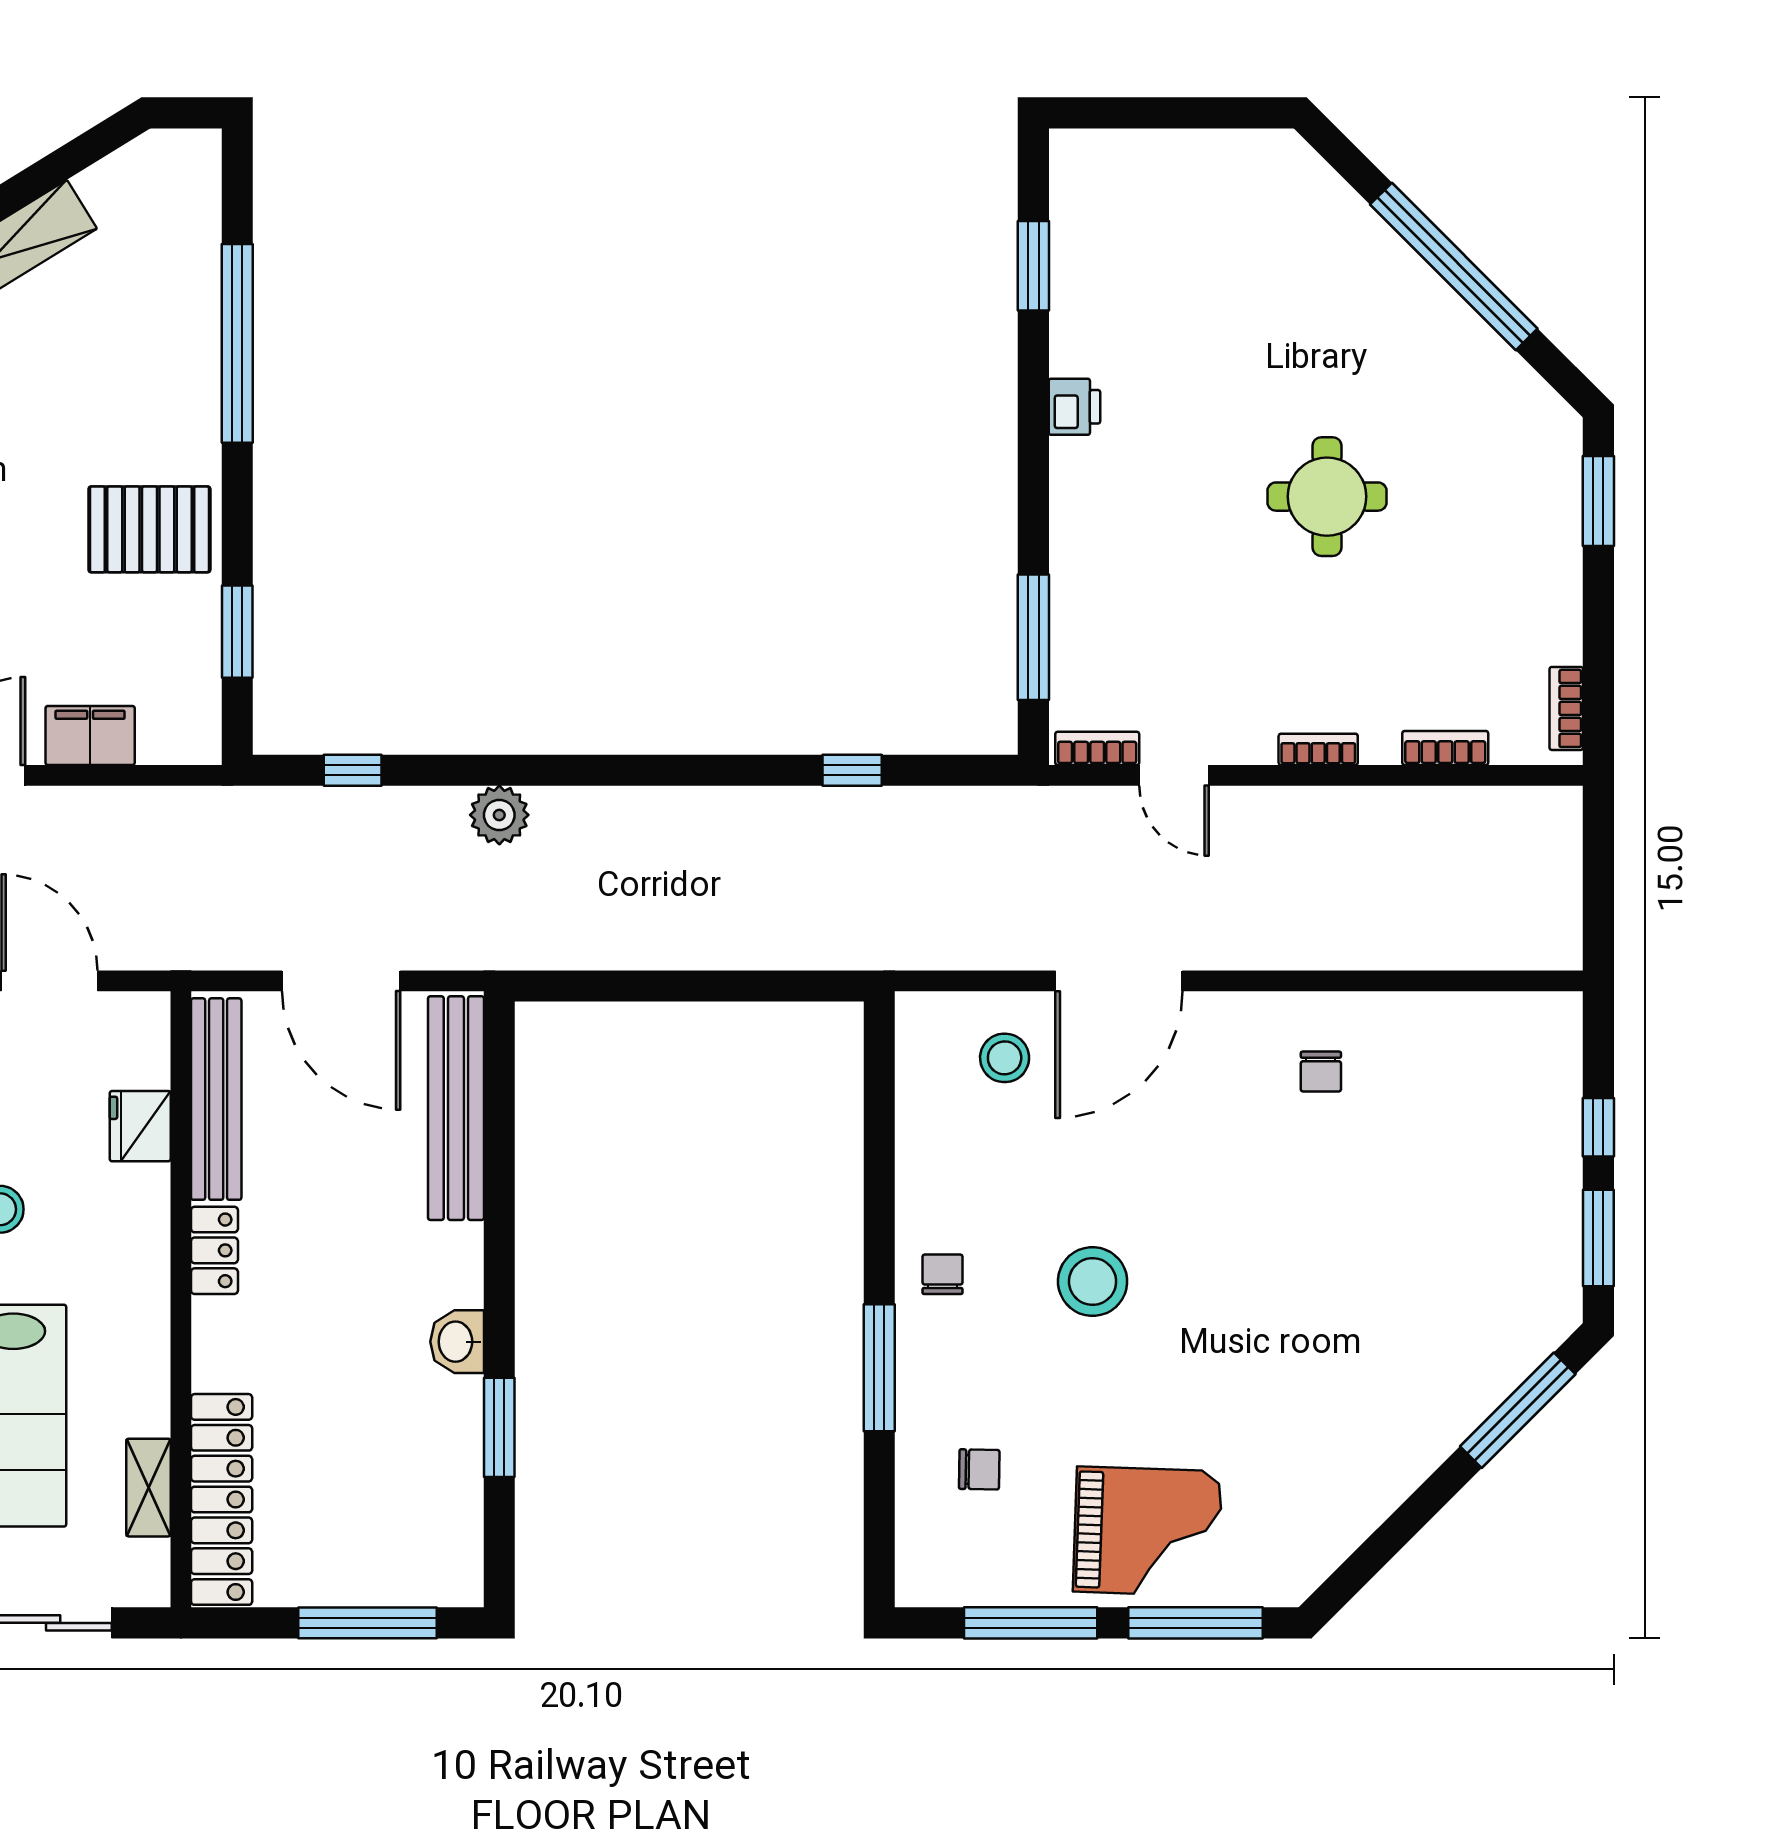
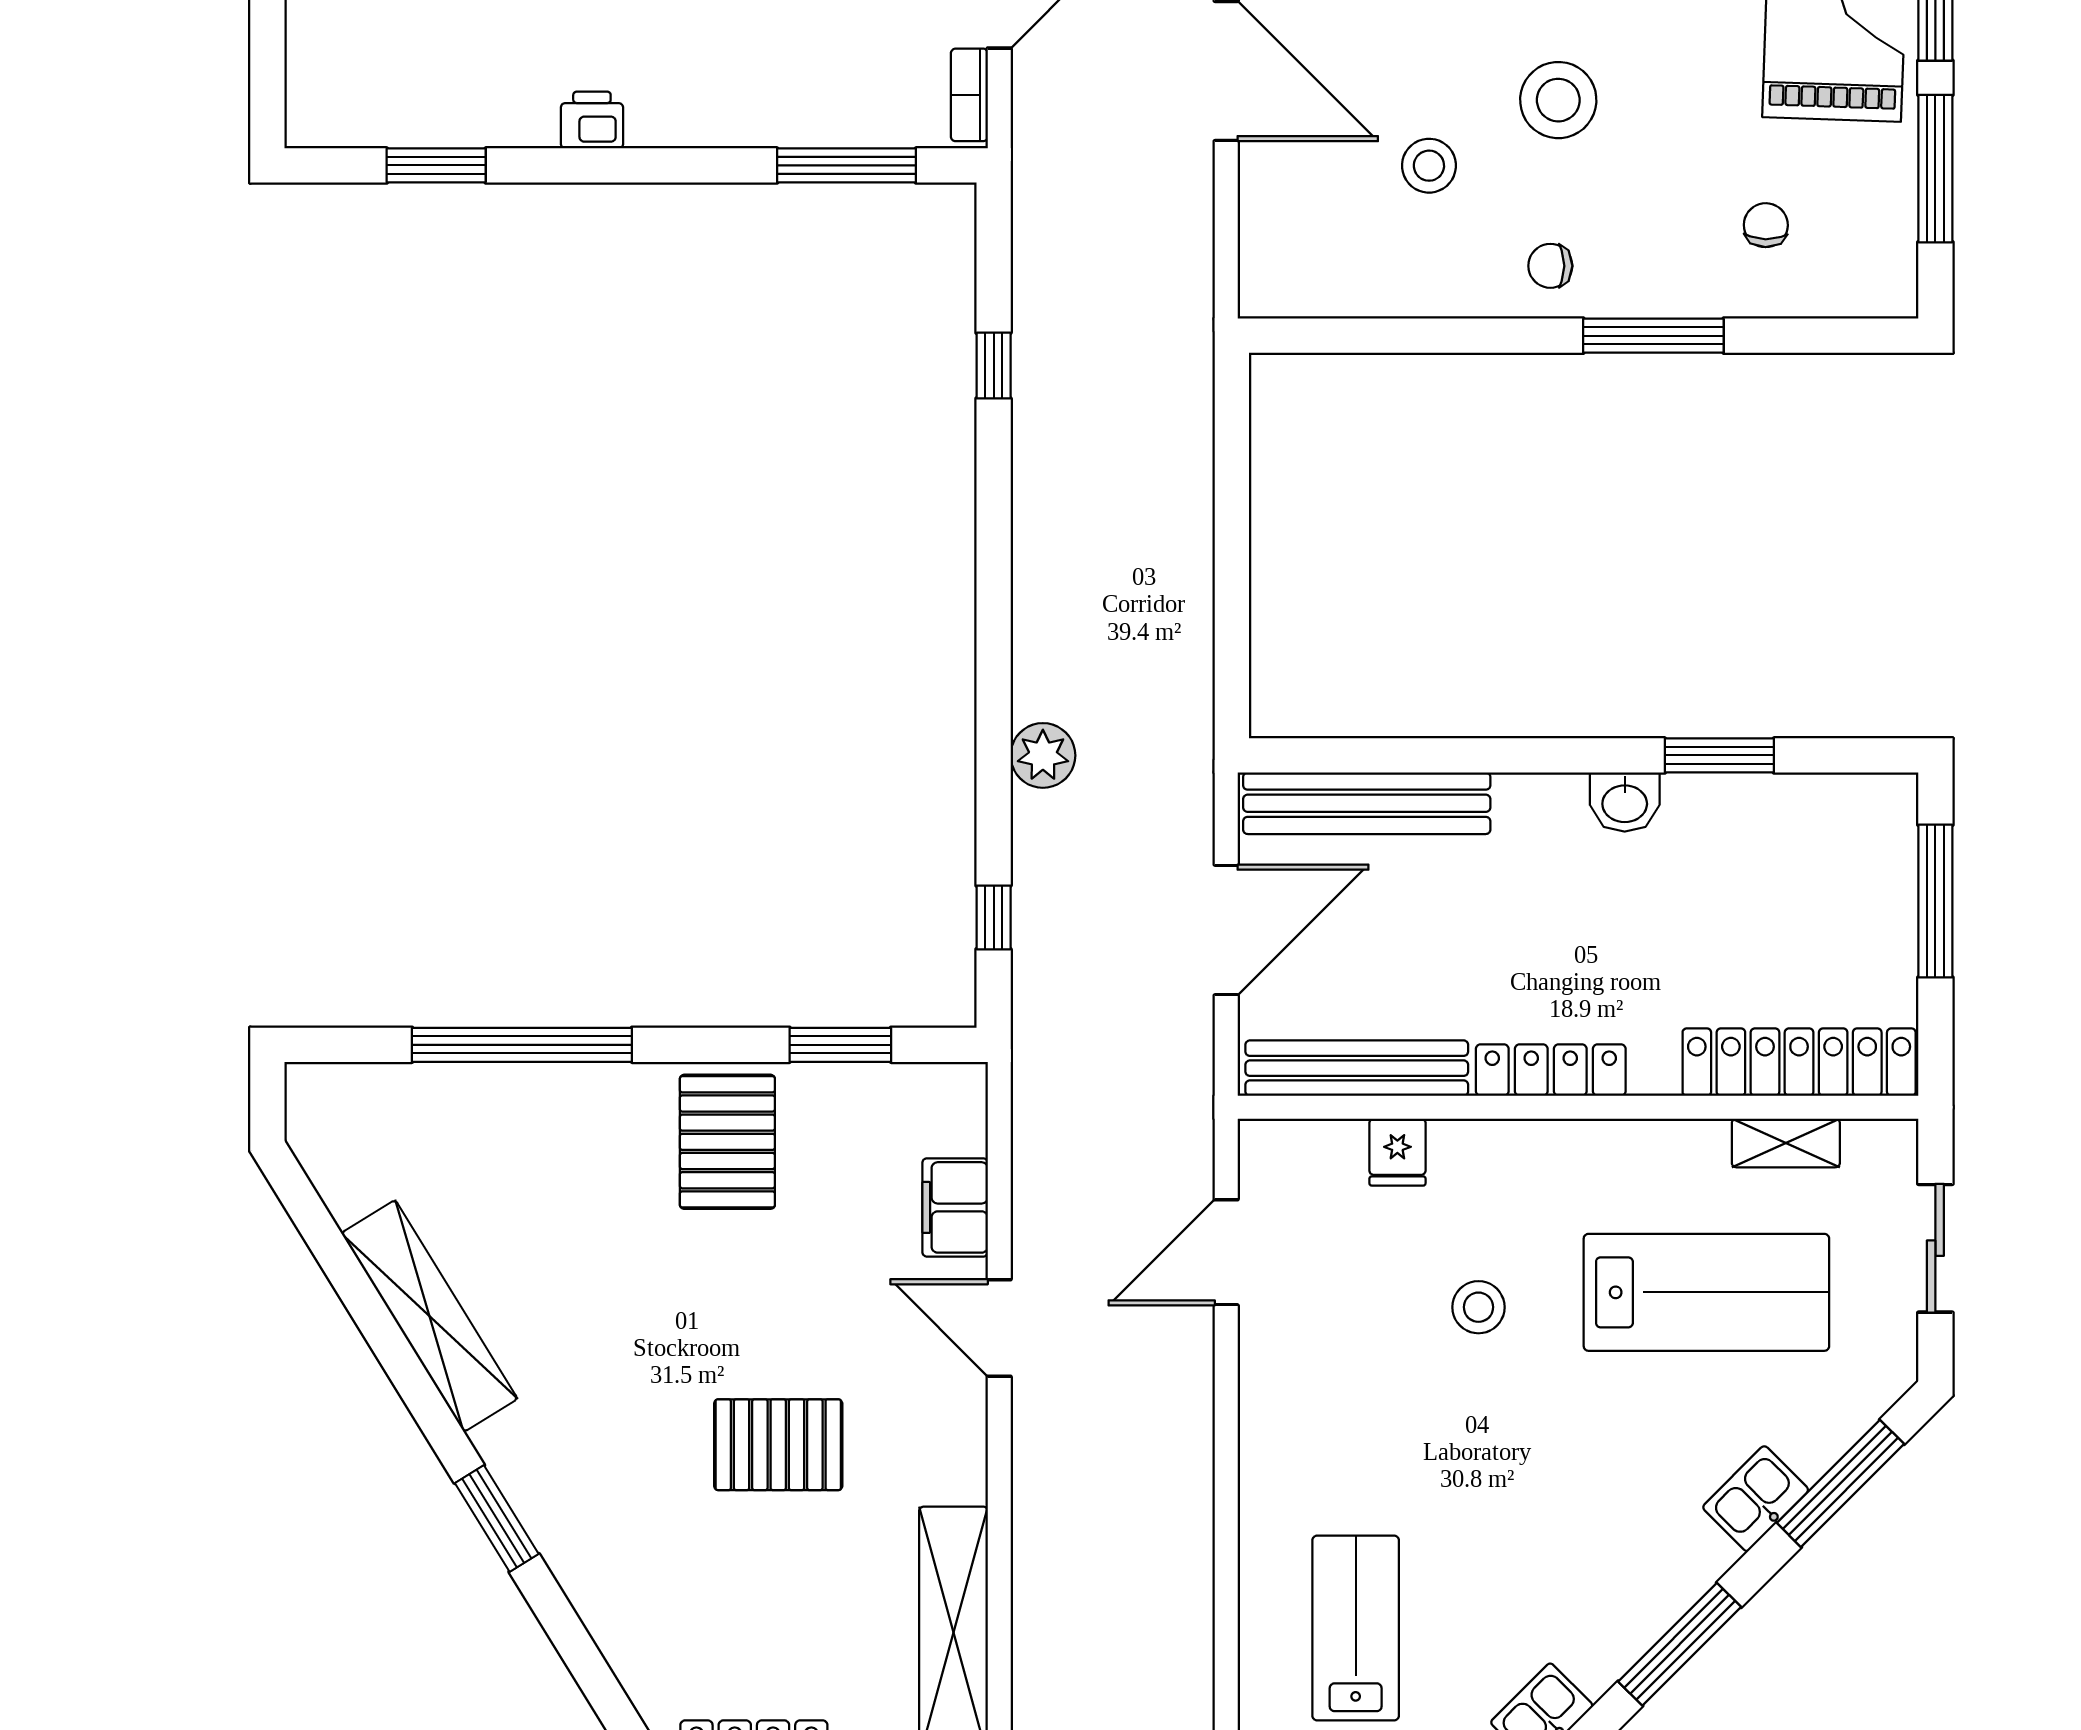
stool: (1005, 1058) -> (1429, 166), moved
fridge: (140, 1126) -> (1397, 1152), width x0.72
locker: (214, 1250) -> (1551, 1070), width x1.53

